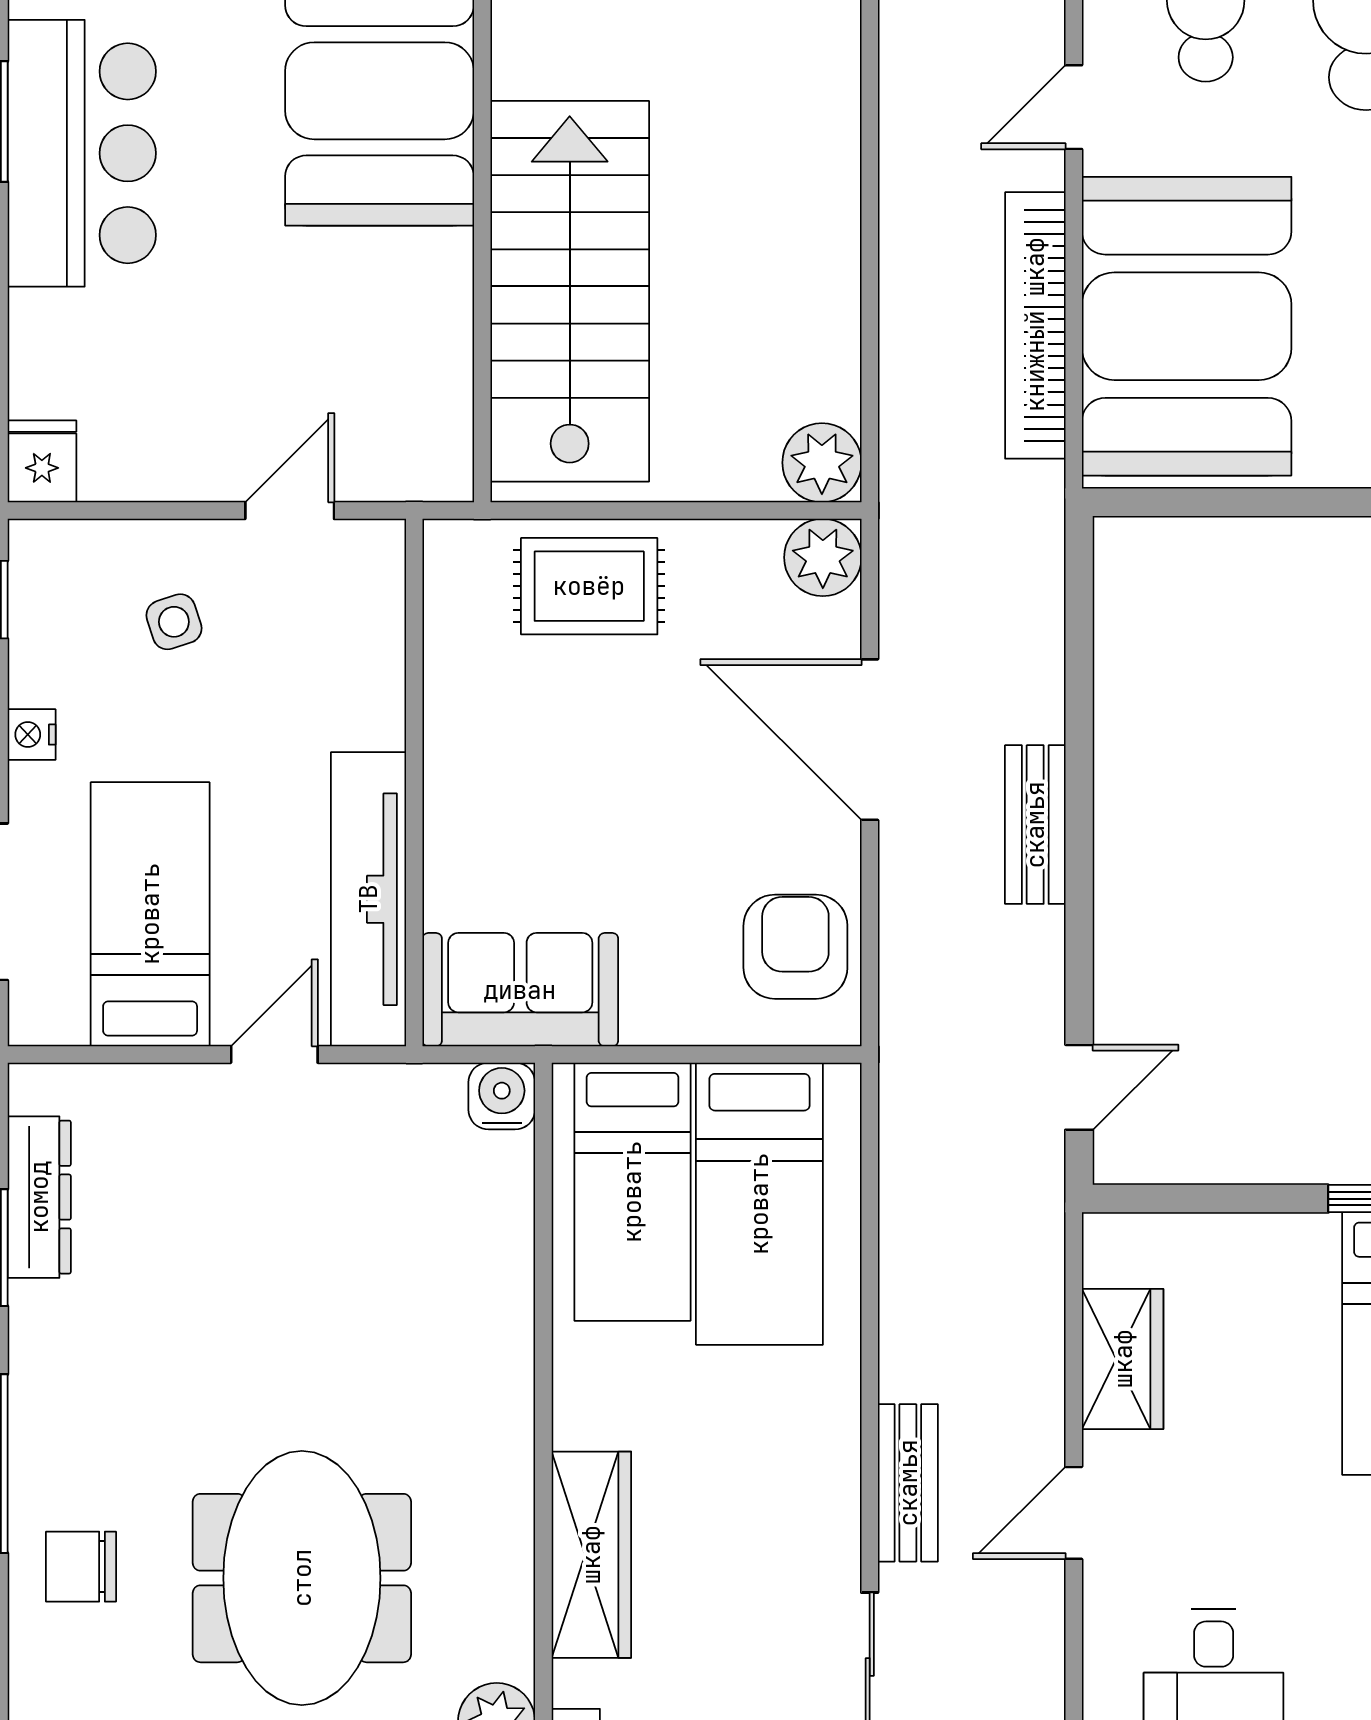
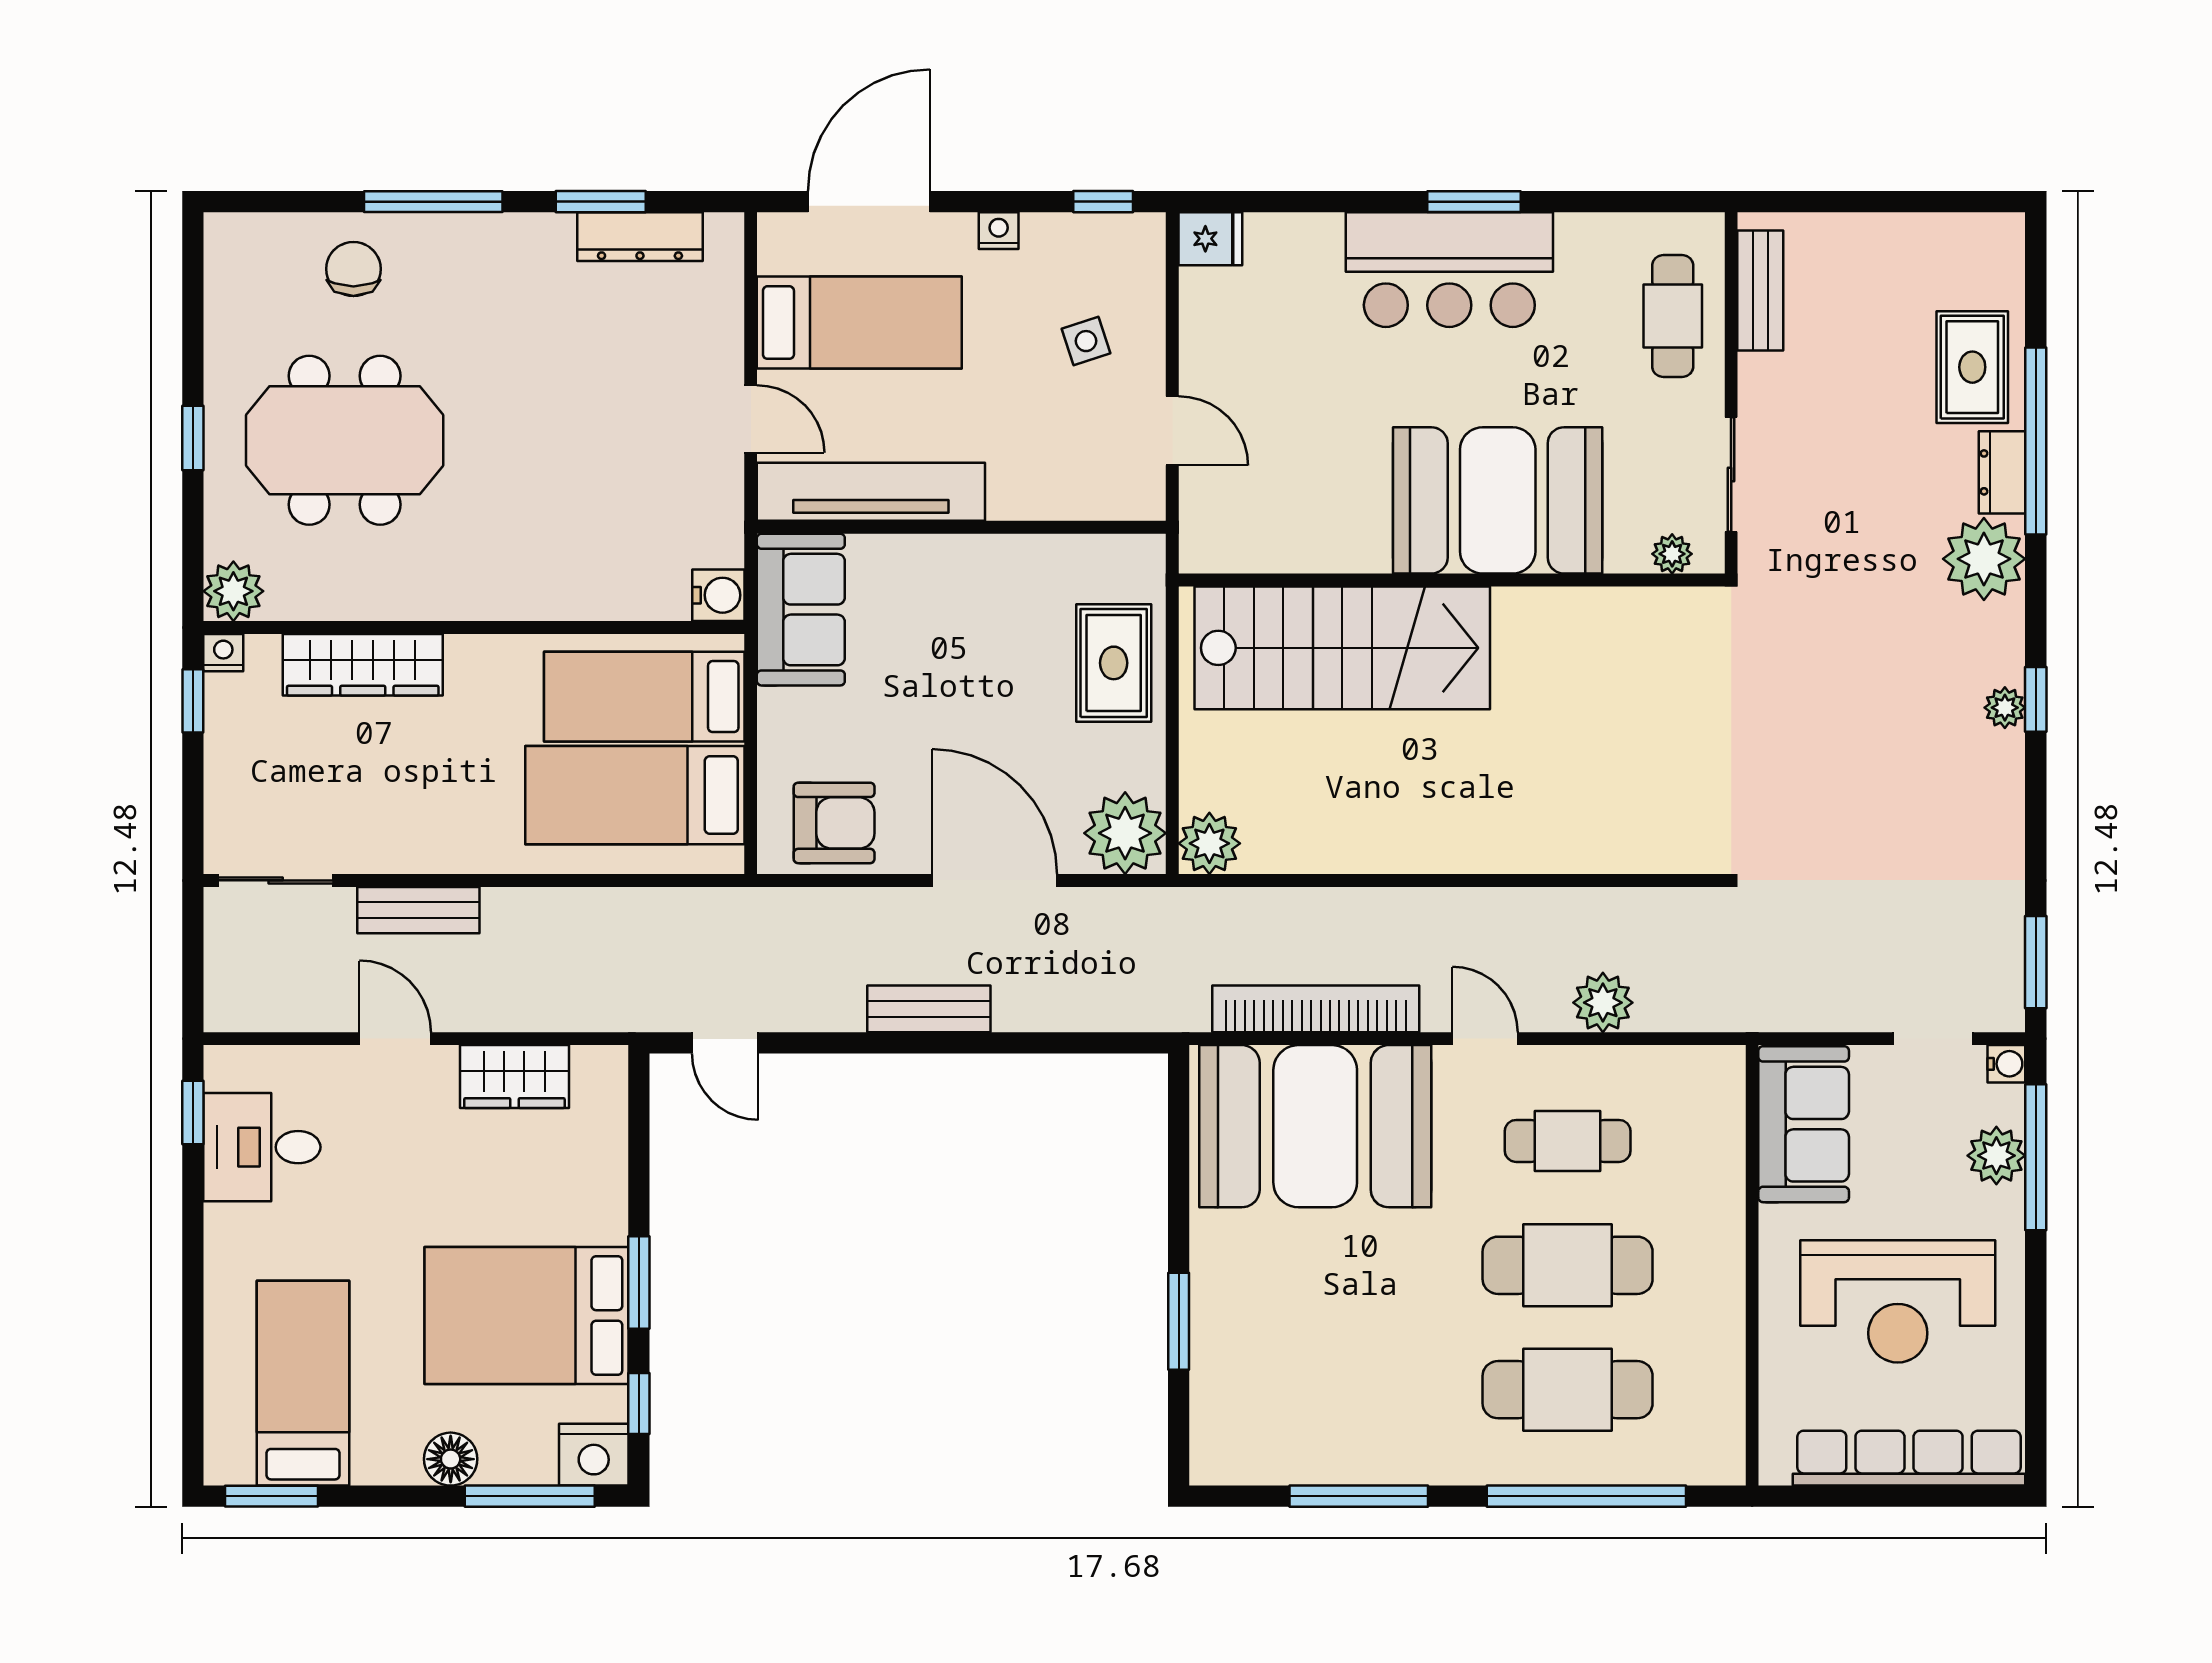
plant: (823, 557) -> (1125, 833), width x1.36, depth x1.36
door: (870, 740) -> (995, 880), hinge flipped

